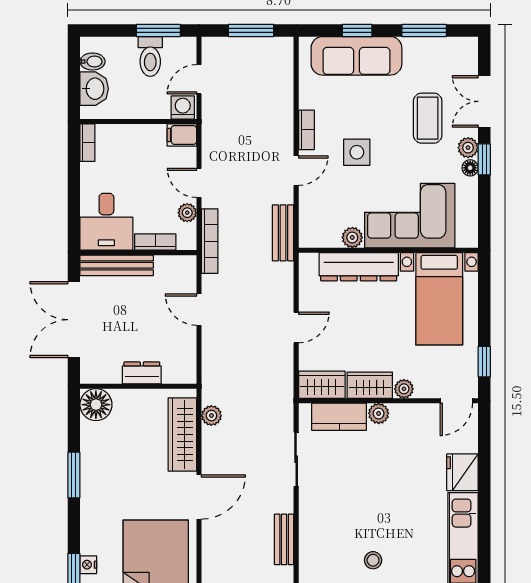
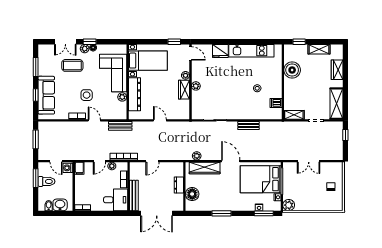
wardrobe: (322, 385) -> (184, 110), removed
floor lamp: (96, 405) -> (192, 194), moved
kitchen counter: (339, 417) -> (197, 103), removed

